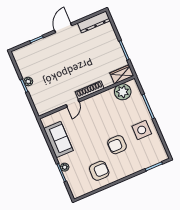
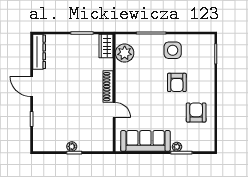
sofa: (58, 139) -> (145, 141), width x1.36

